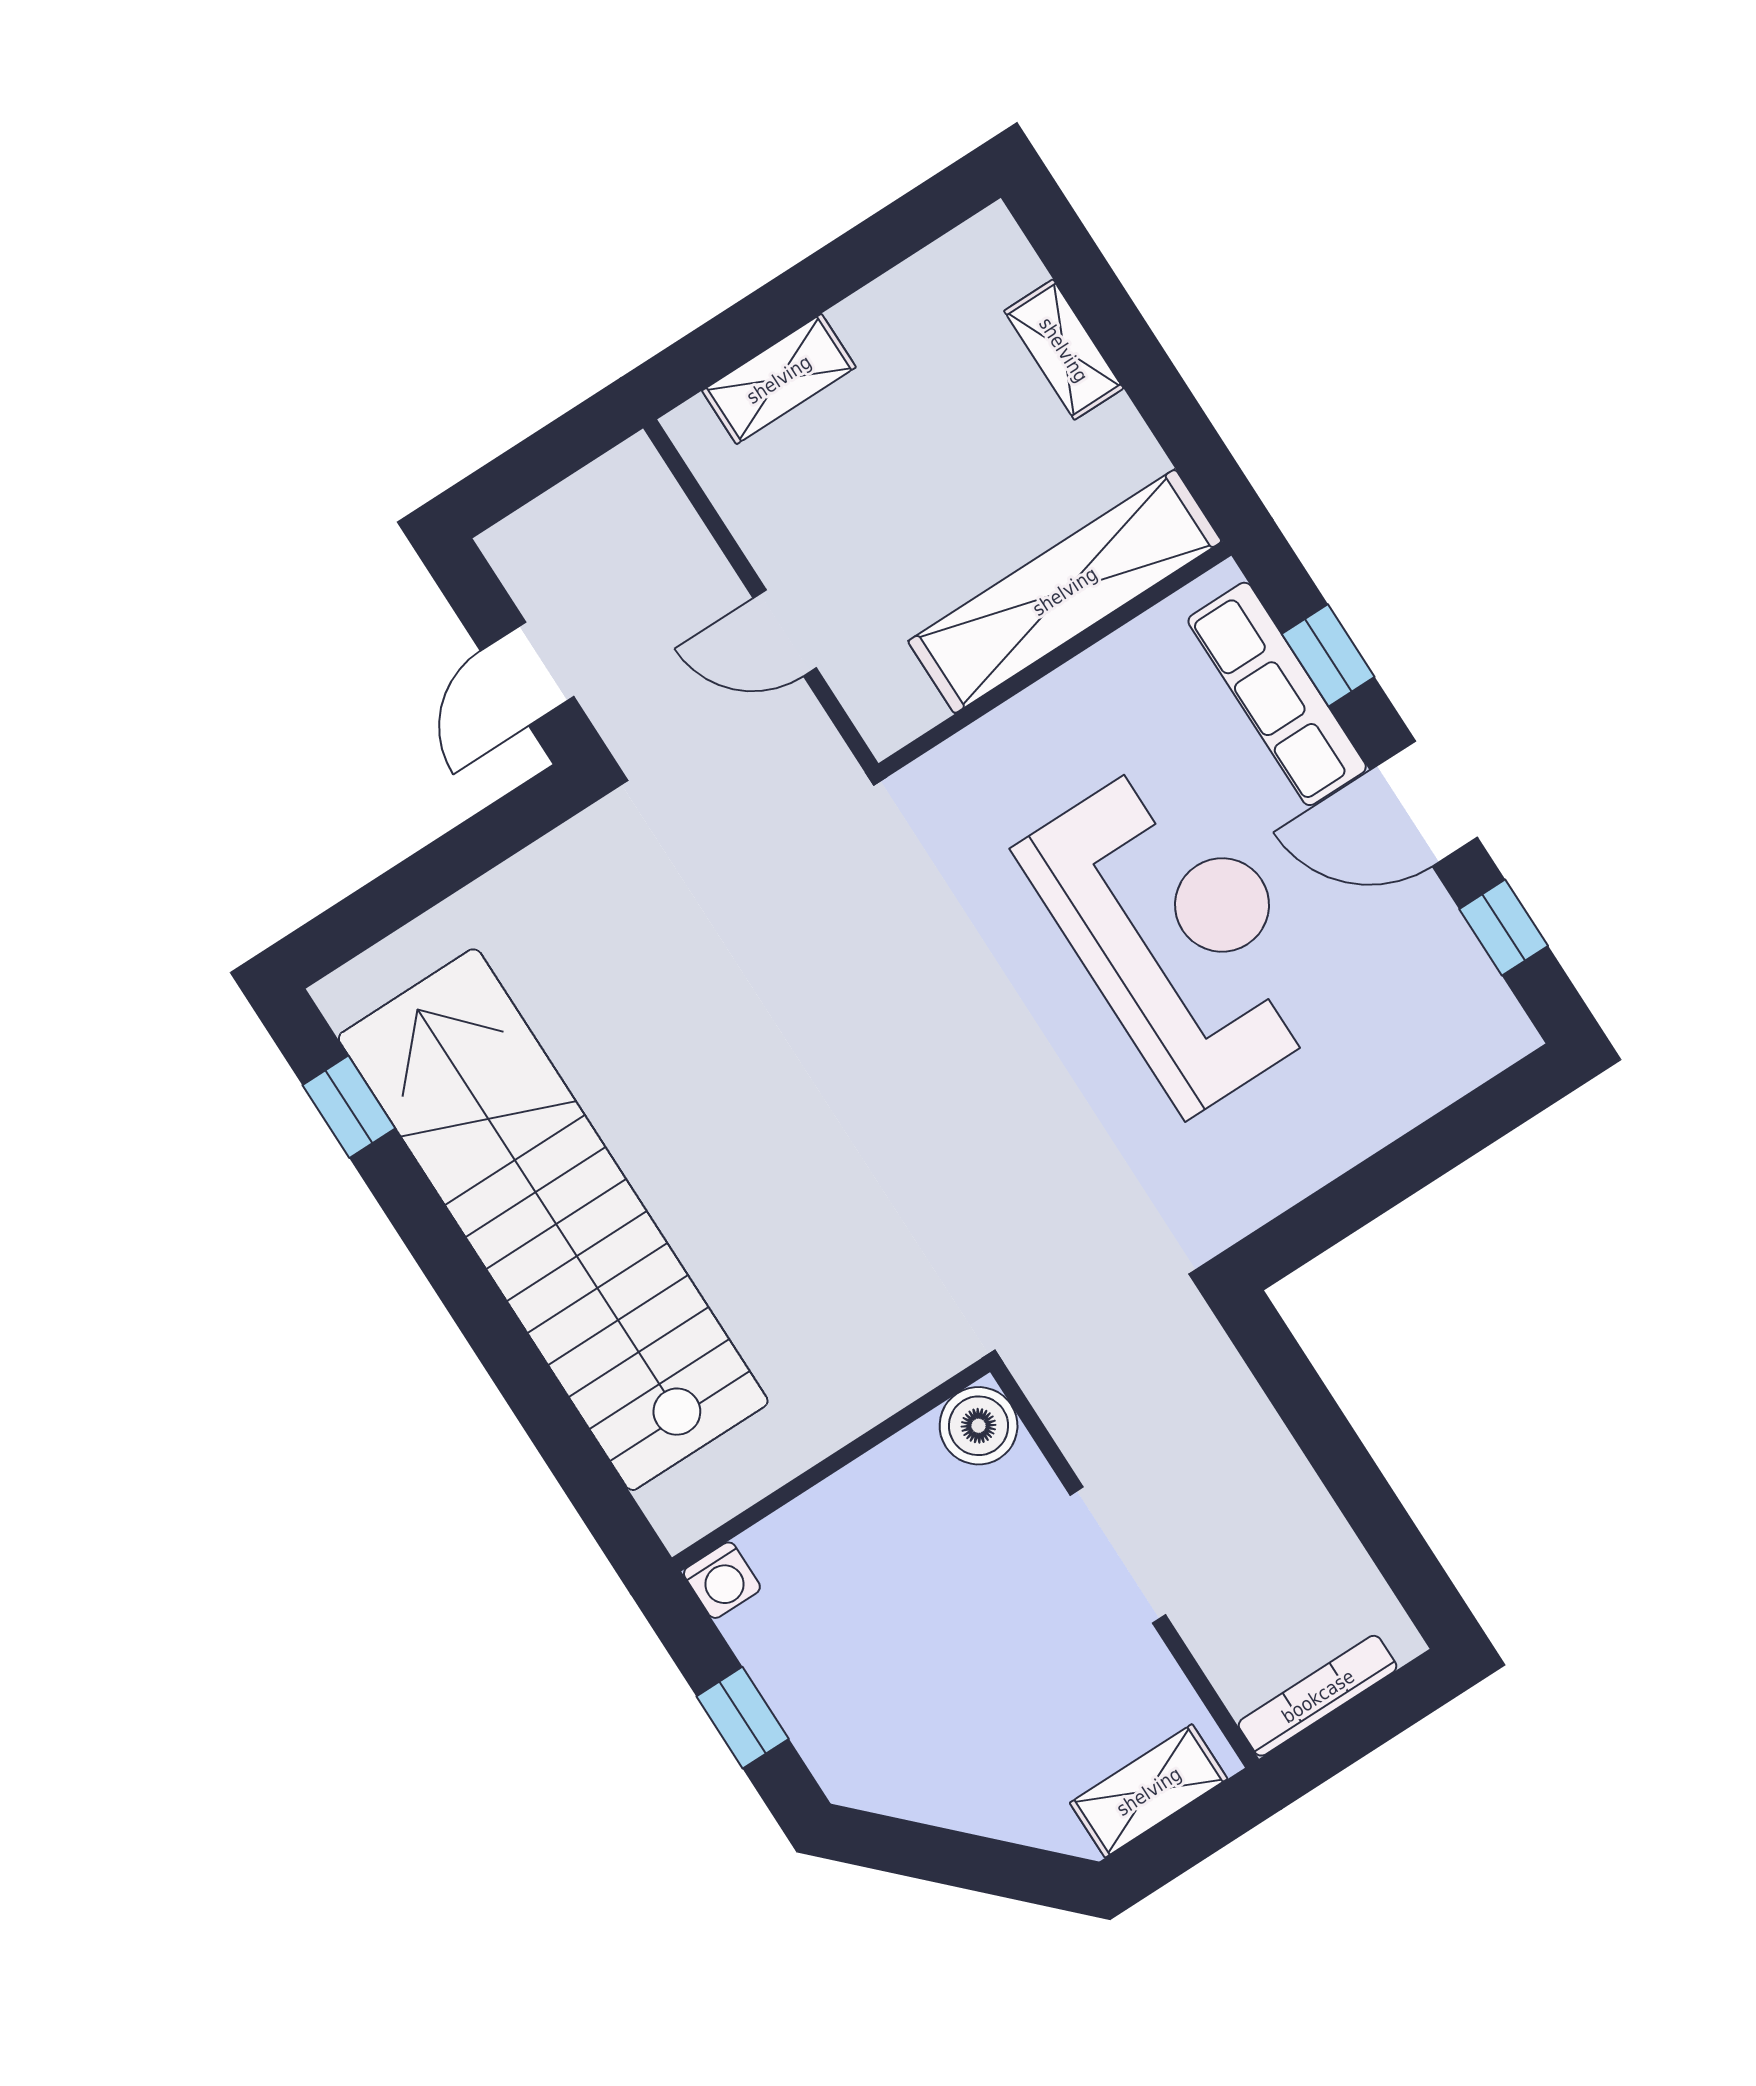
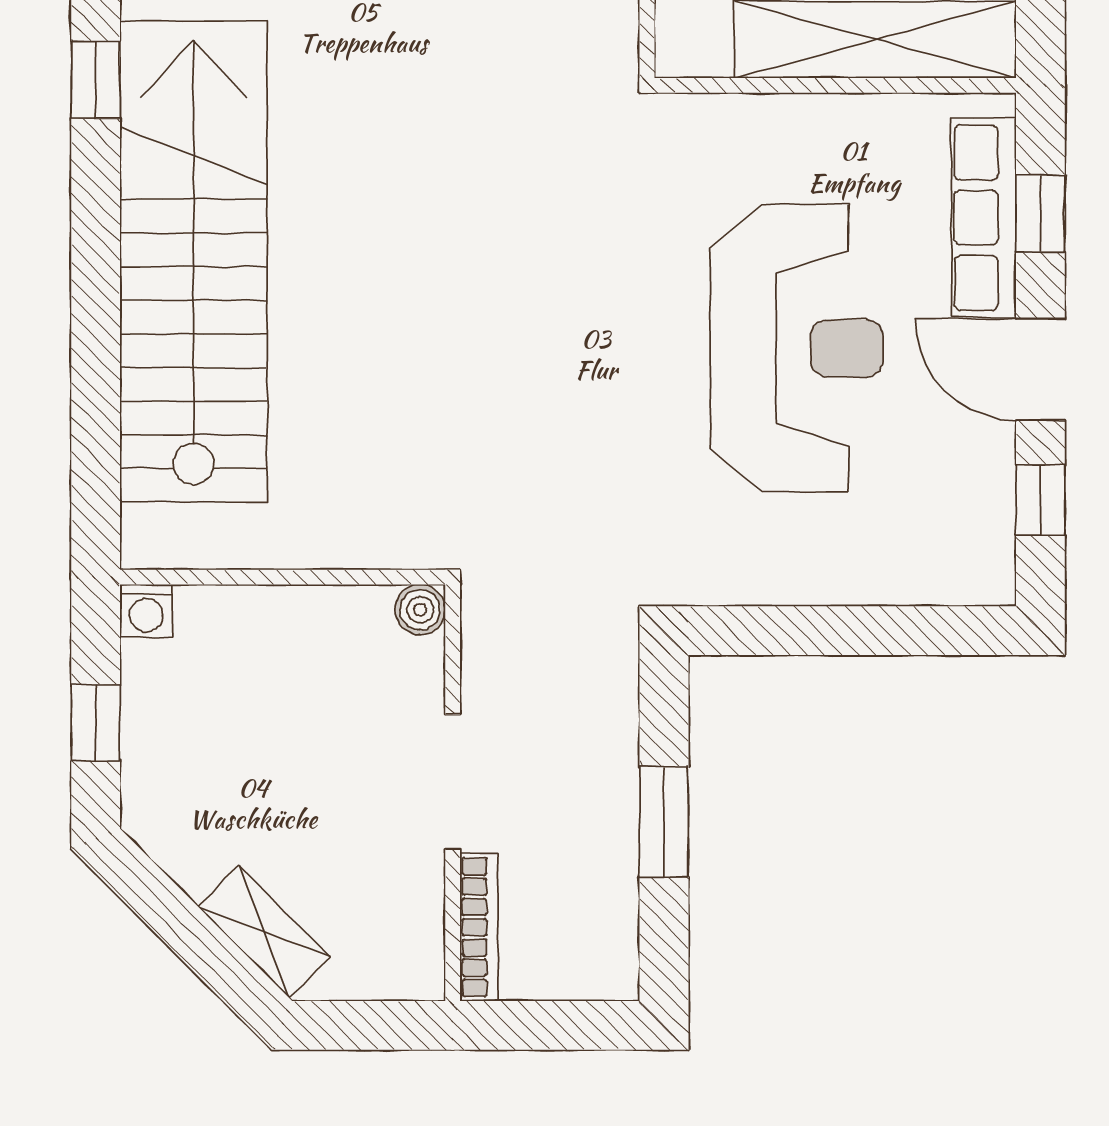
boiler: (979, 1426) -> (420, 610), width x0.73, depth x0.73
window: (1343, 1463) -> (664, 822), added
bookcase: (1318, 1696) -> (479, 927), moved, turned 90
shelving: (1149, 1791) -> (264, 932), moved, turned 45

